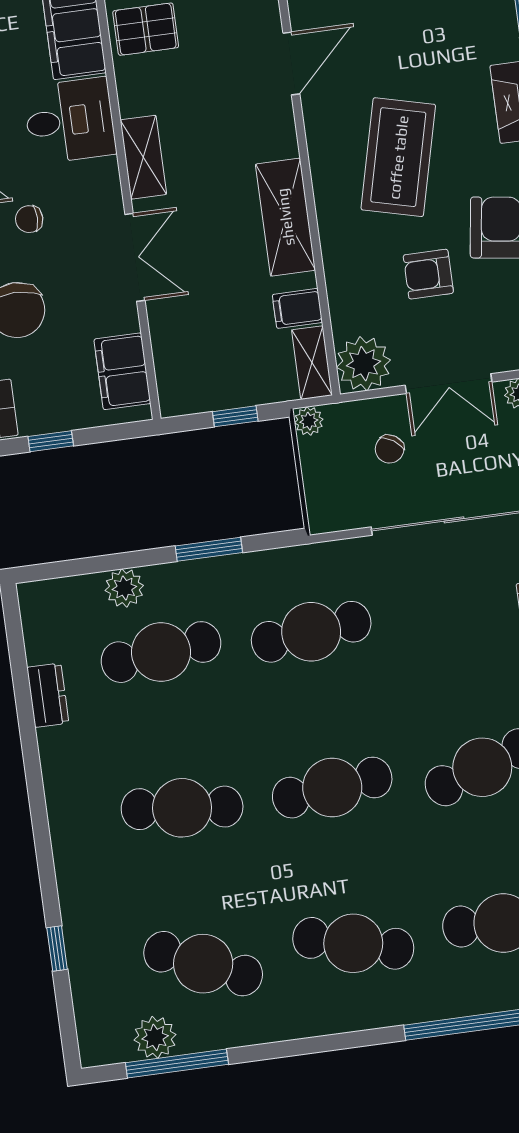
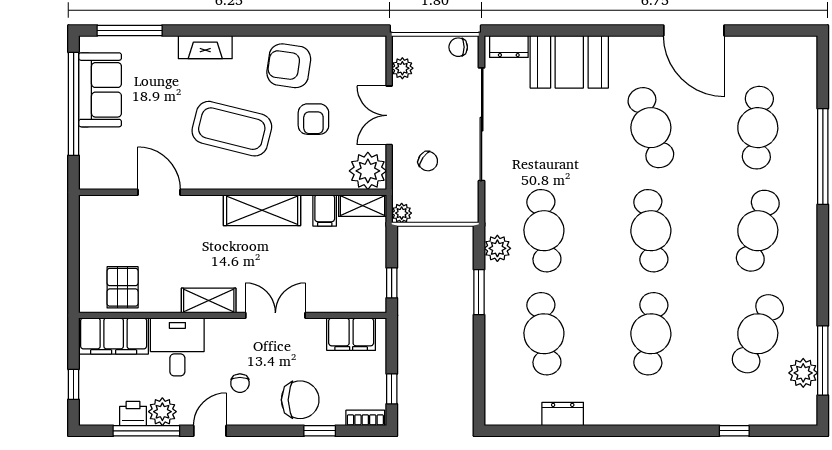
double door: (449, 384) -> (389, 115), swing flipped
window: (235, 416) -> (392, 283), moved
plant: (124, 588) -> (497, 248), moved

